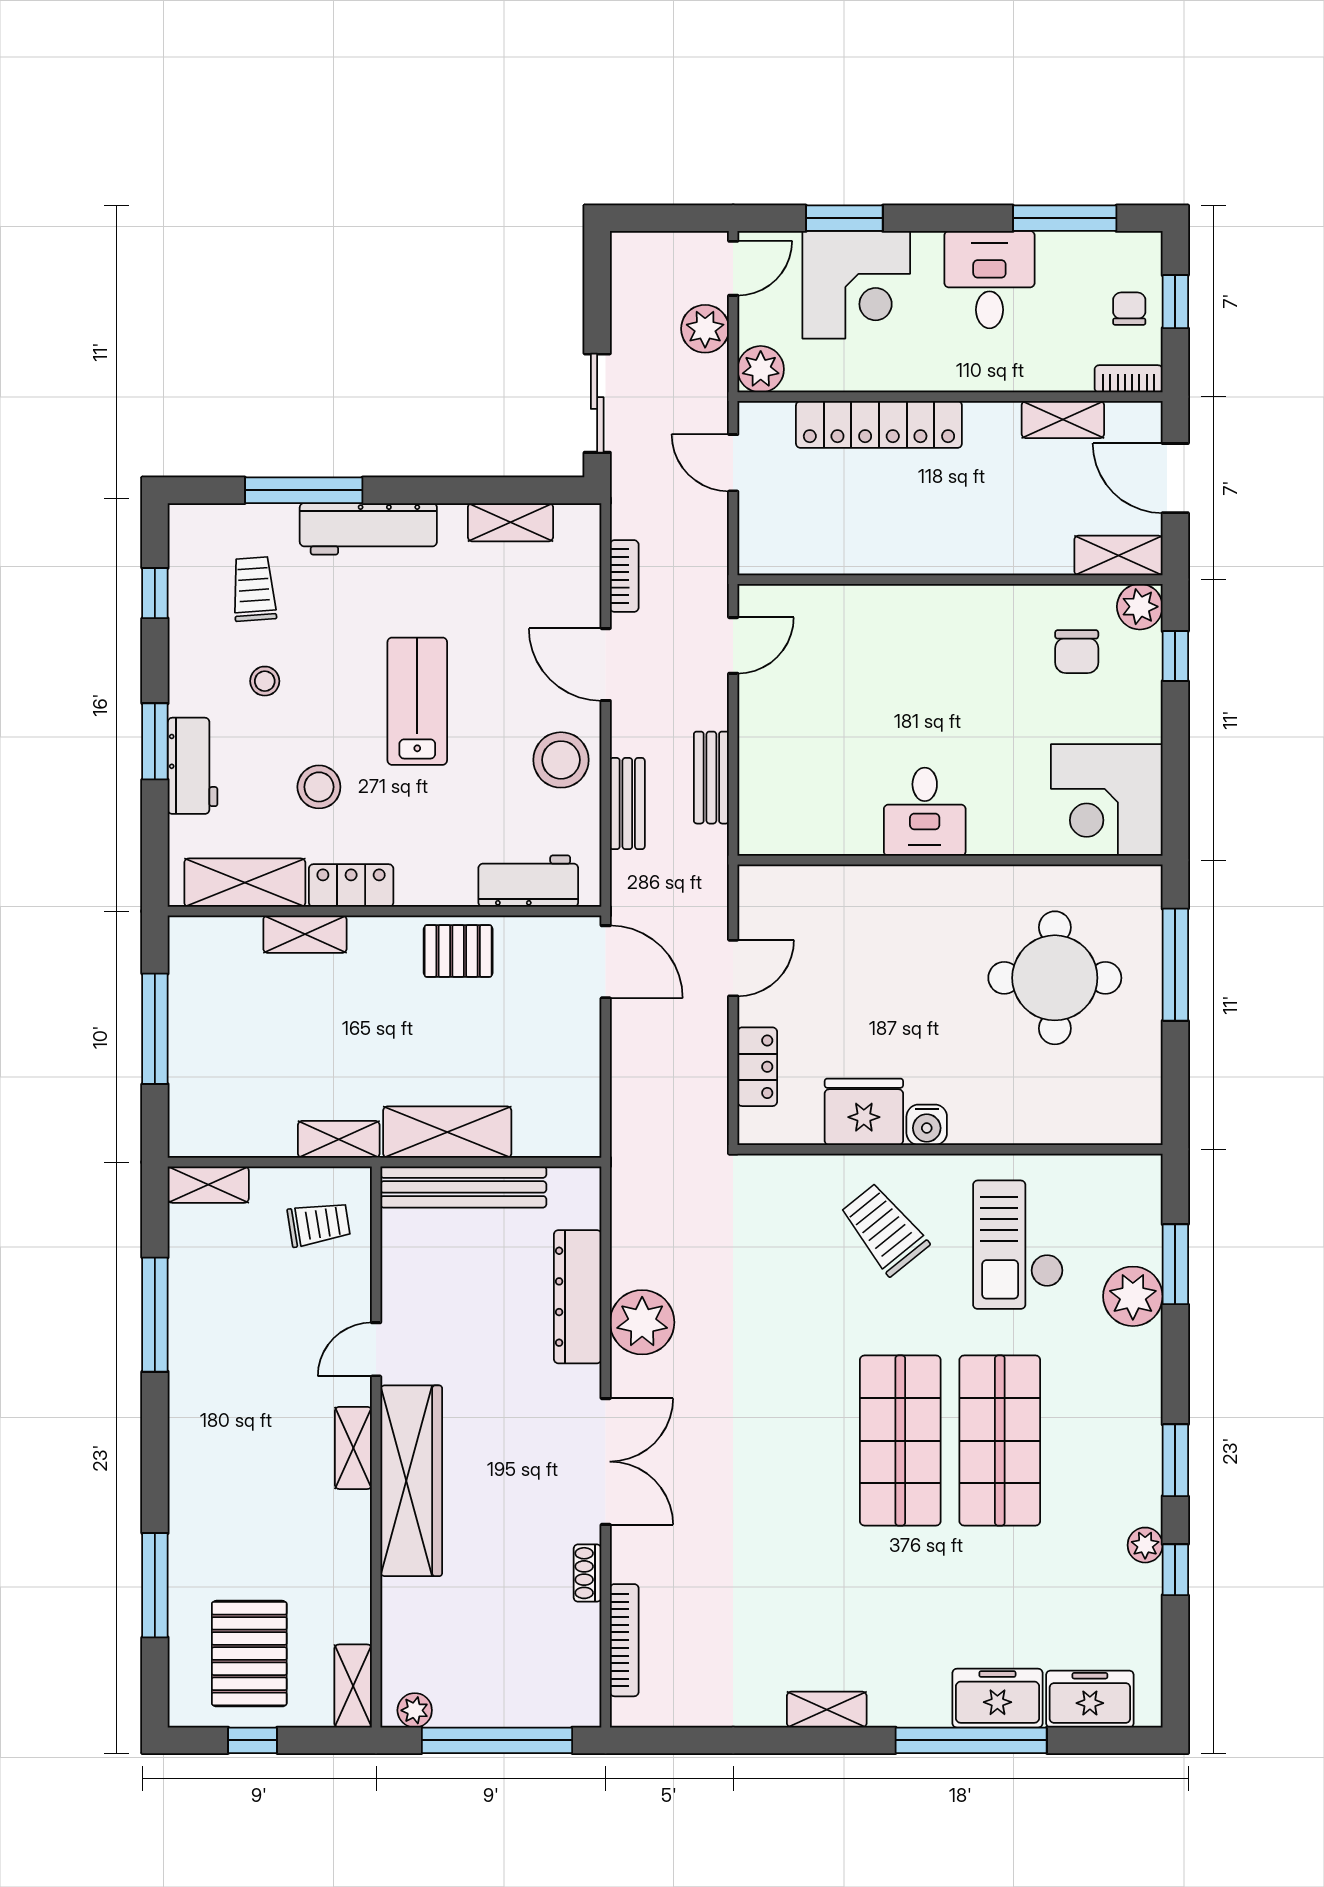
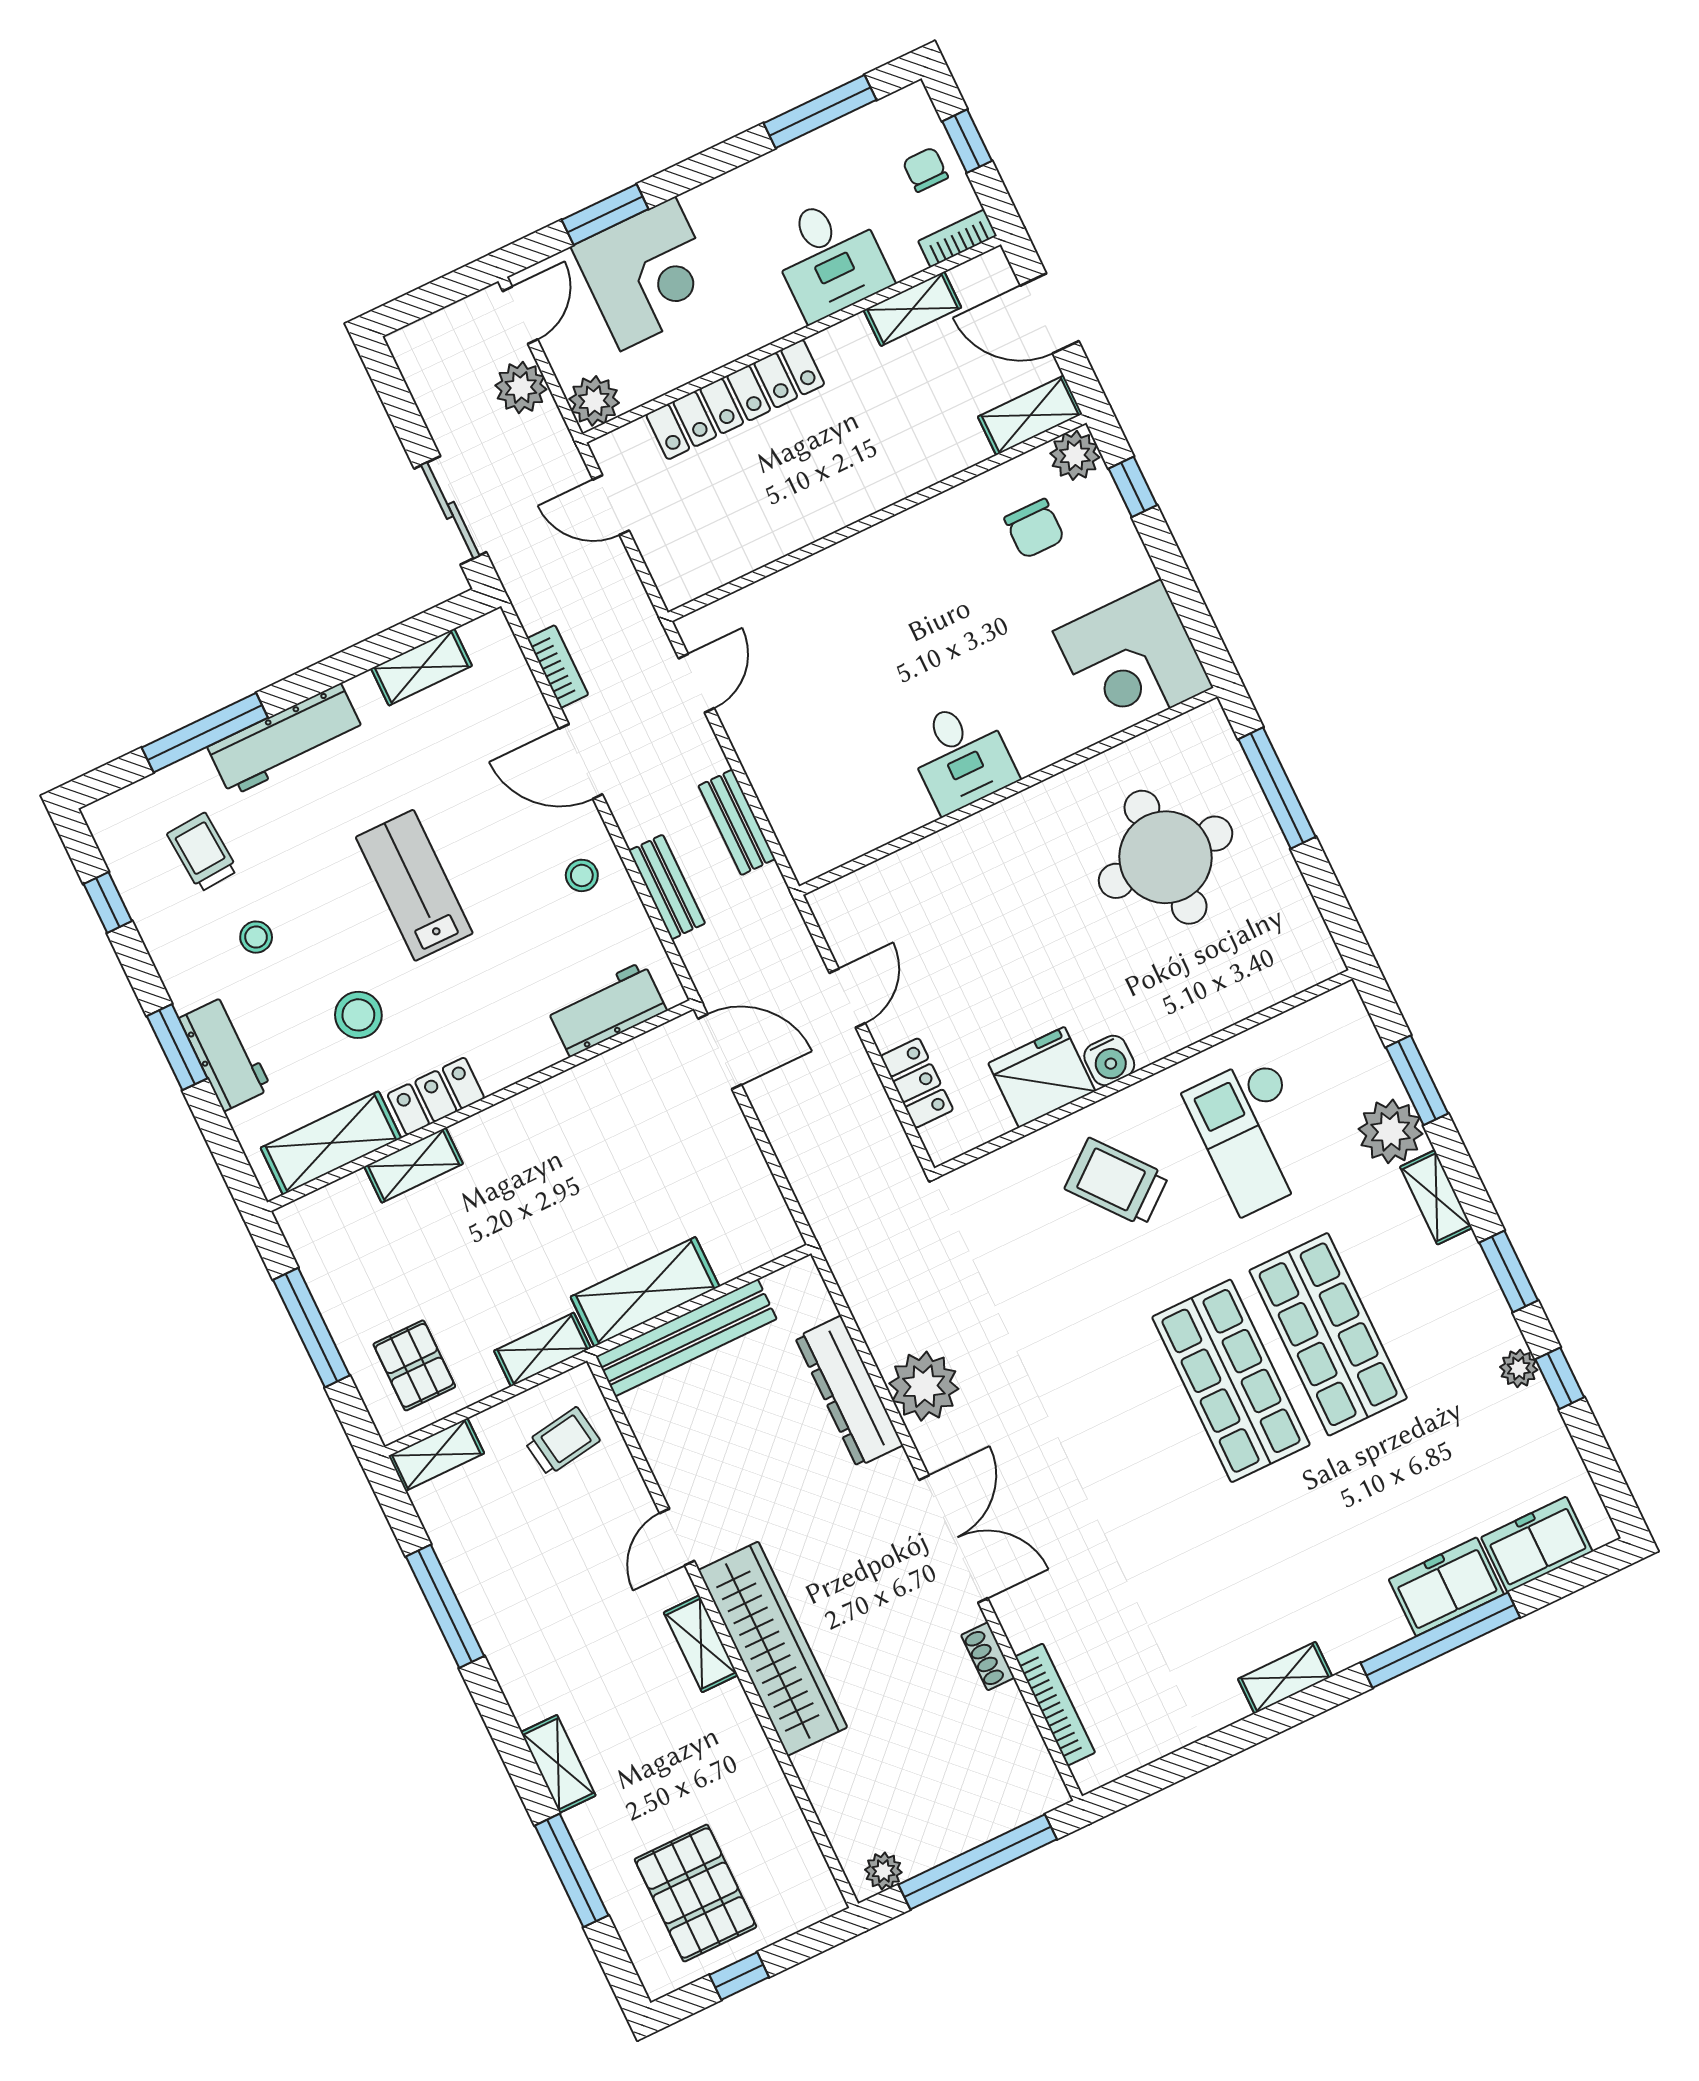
desk: (989, 280) -> (830, 258), moved, turned 180
stool: (561, 760) -> (582, 875), width x0.53, depth x0.53
pallet: (458, 951) -> (414, 1365), moved, turned 90
shelving: (1145, 1369) -> (1436, 1197), added
shelving: (353, 1686) -> (558, 1764), moved

